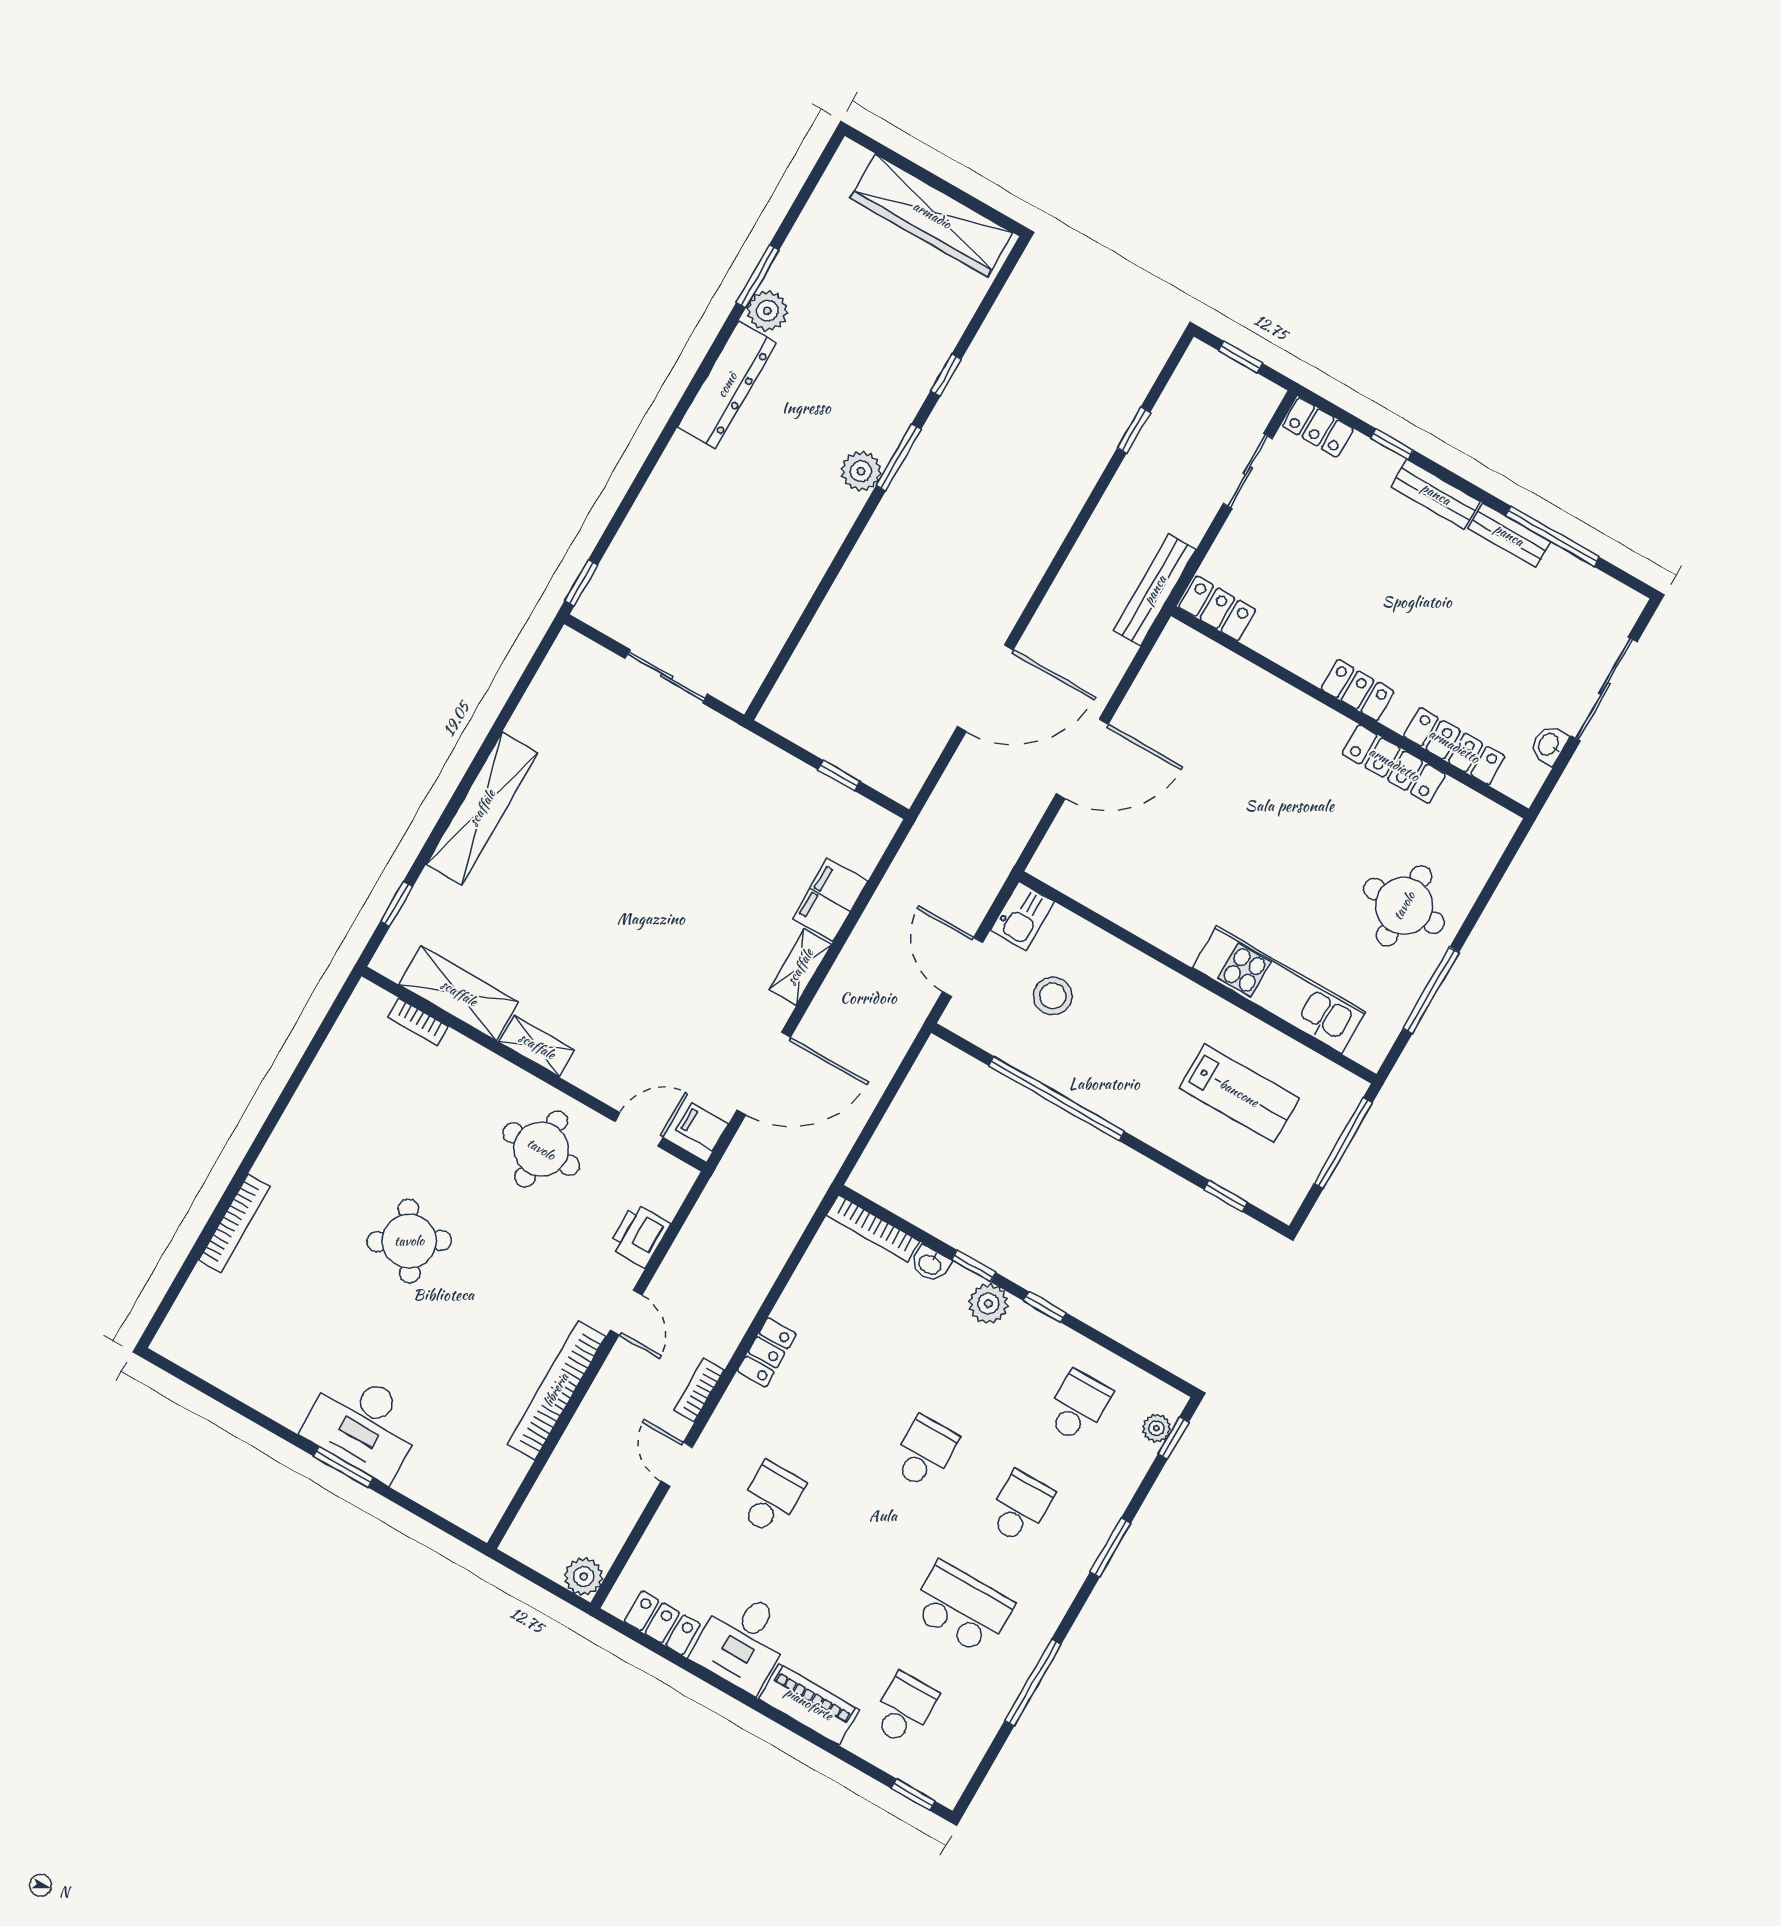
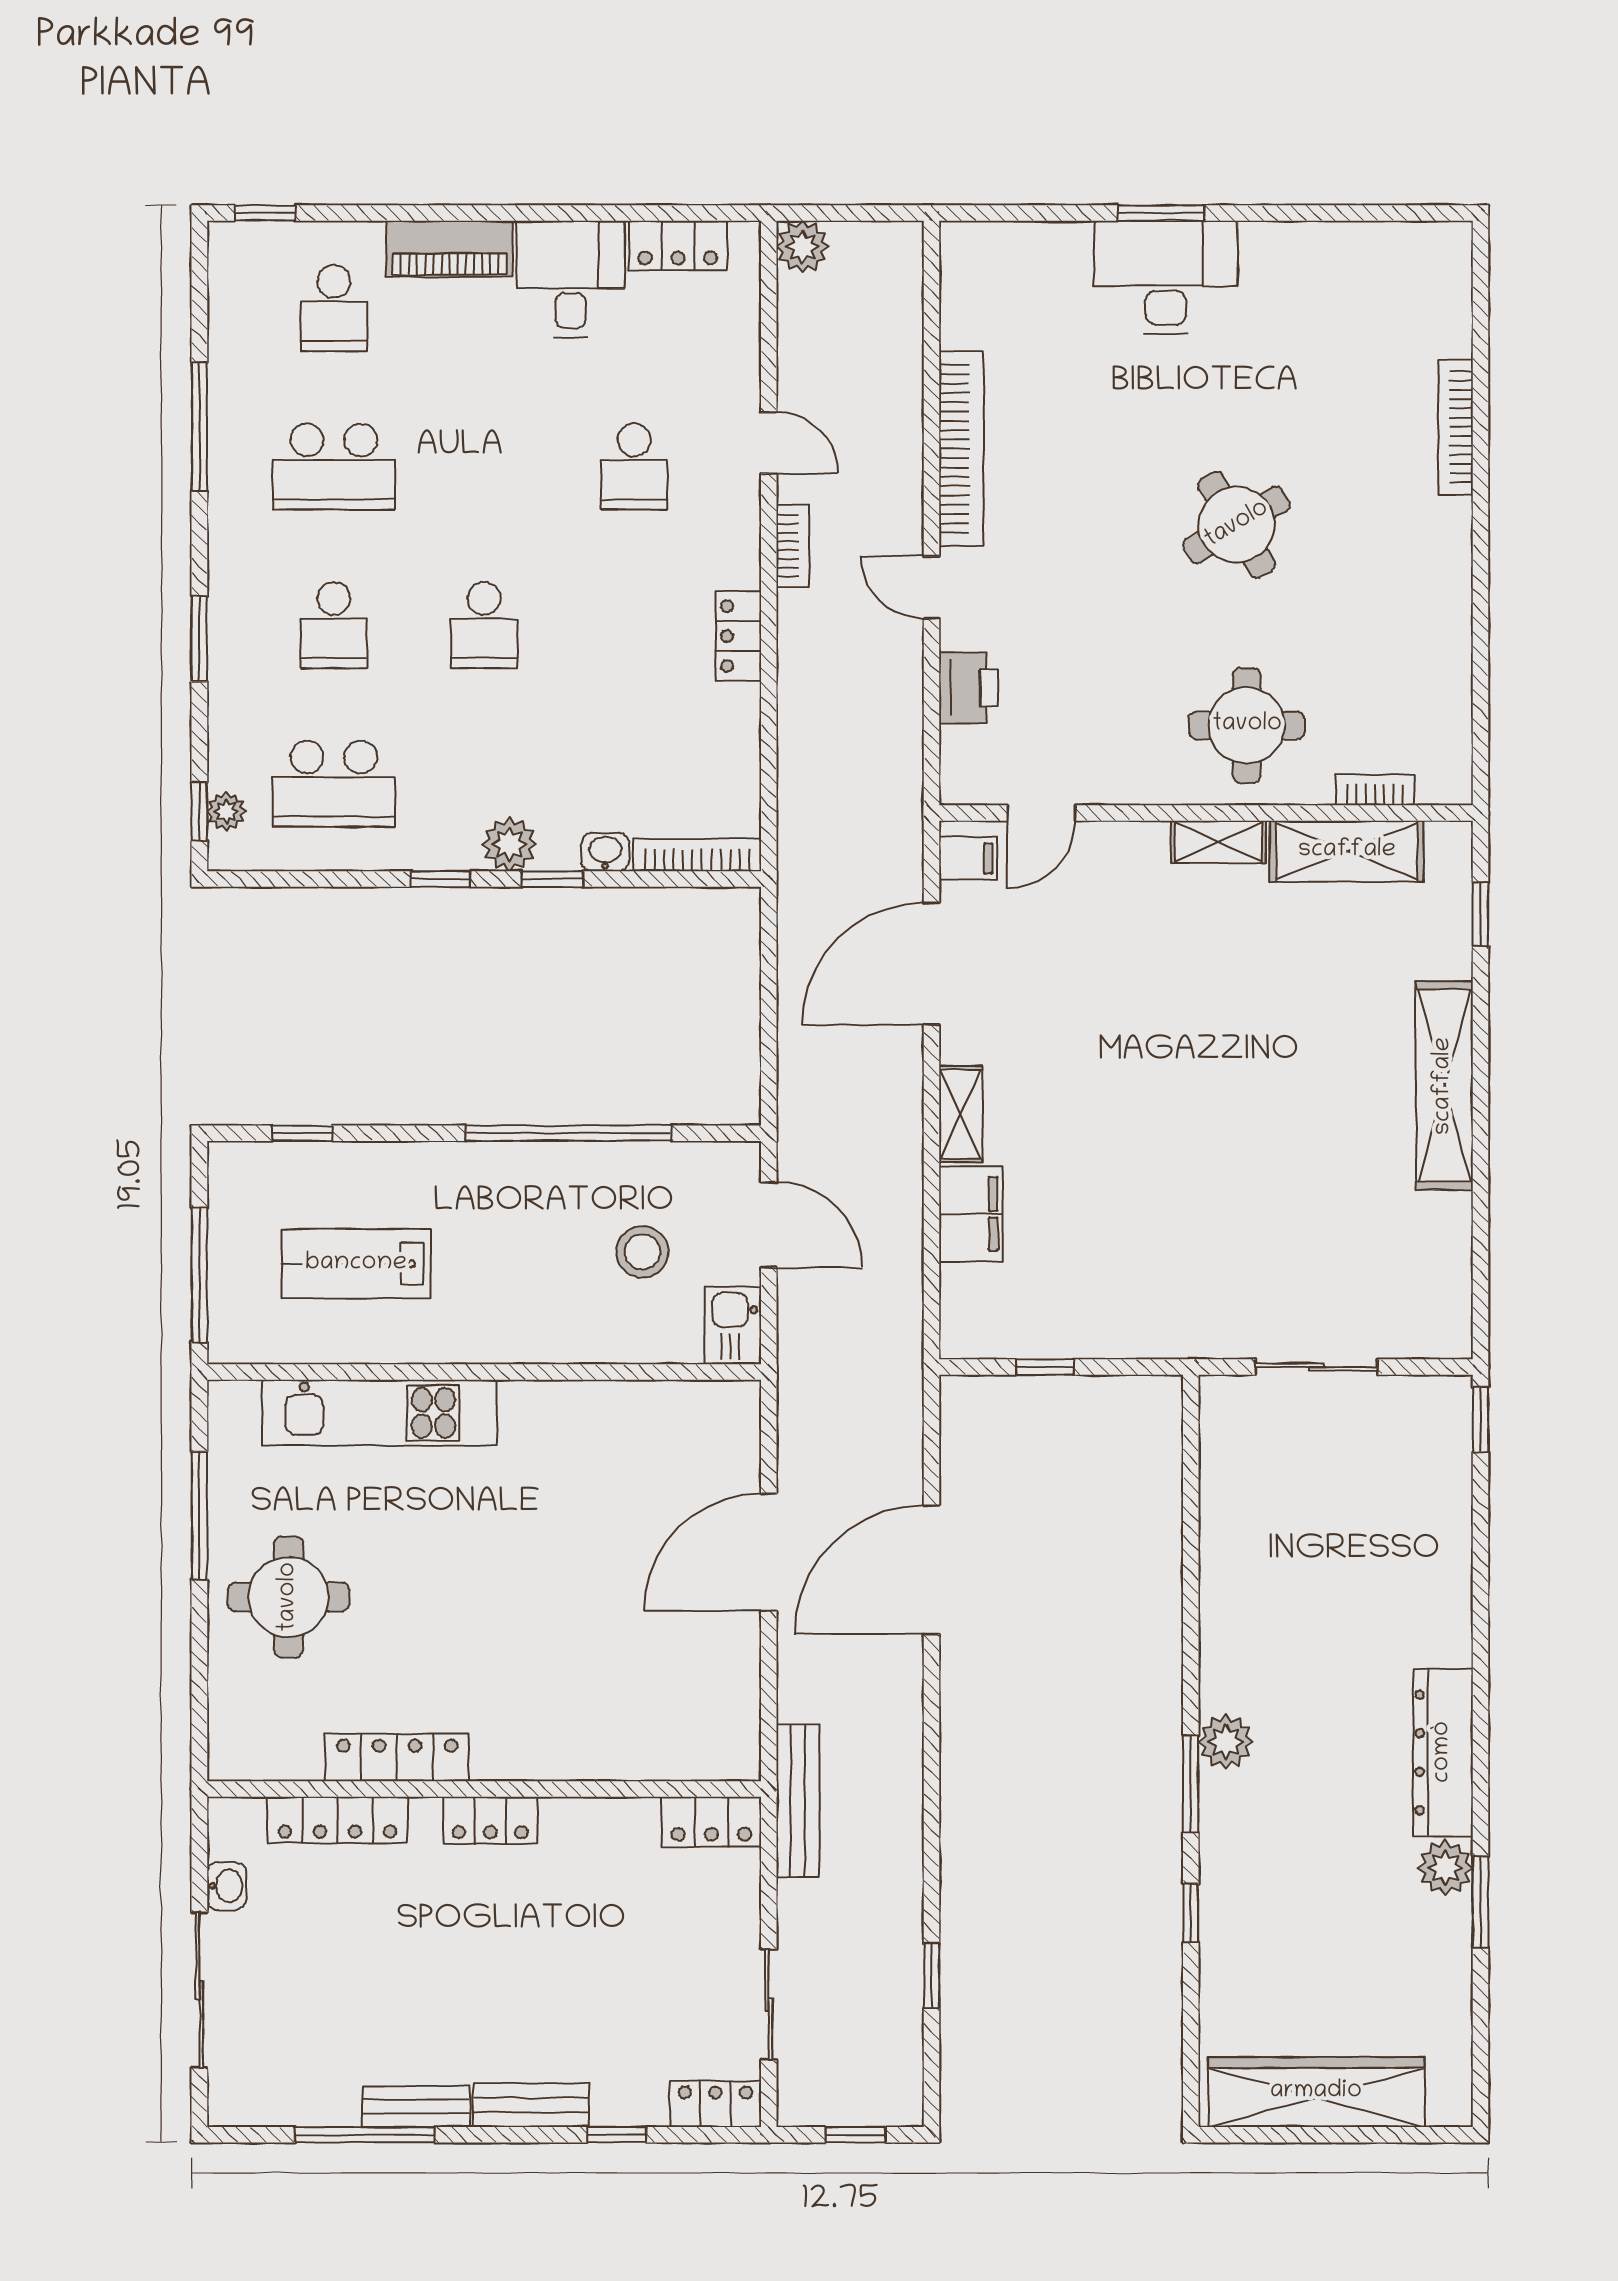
round table: (541, 1149) -> (1247, 725), moved
school desk: (1078, 1406) -> (334, 784), width x1.85

